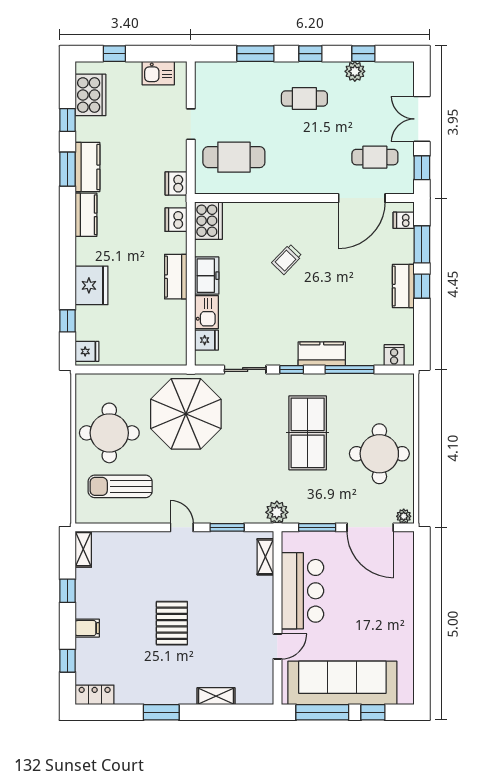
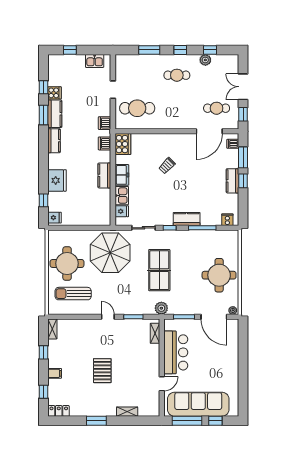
cooker: (91, 95) -> (54, 93), moved, width x0.53, depth x0.76
table tennis table: (308, 433) -> (159, 270), moved

